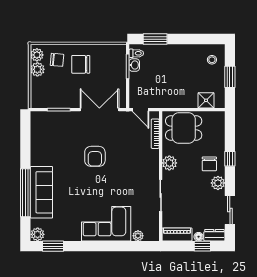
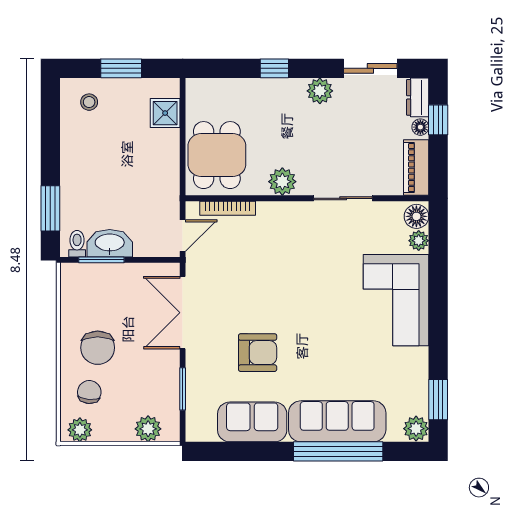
washbasin: (134, 65) -> (110, 243), width x1.91, depth x1.45
plant: (37, 69) -> (148, 429), moved
sofa: (41, 147) -> (252, 422), added
armchair: (95, 156) -> (258, 353), moved
chair: (209, 164) -> (284, 107), removed
floor lamp: (151, 235) -> (416, 216), added

